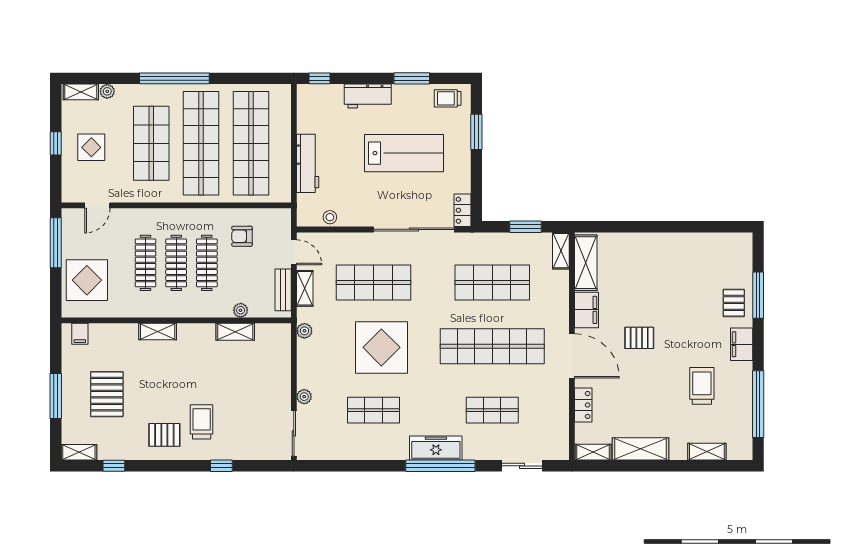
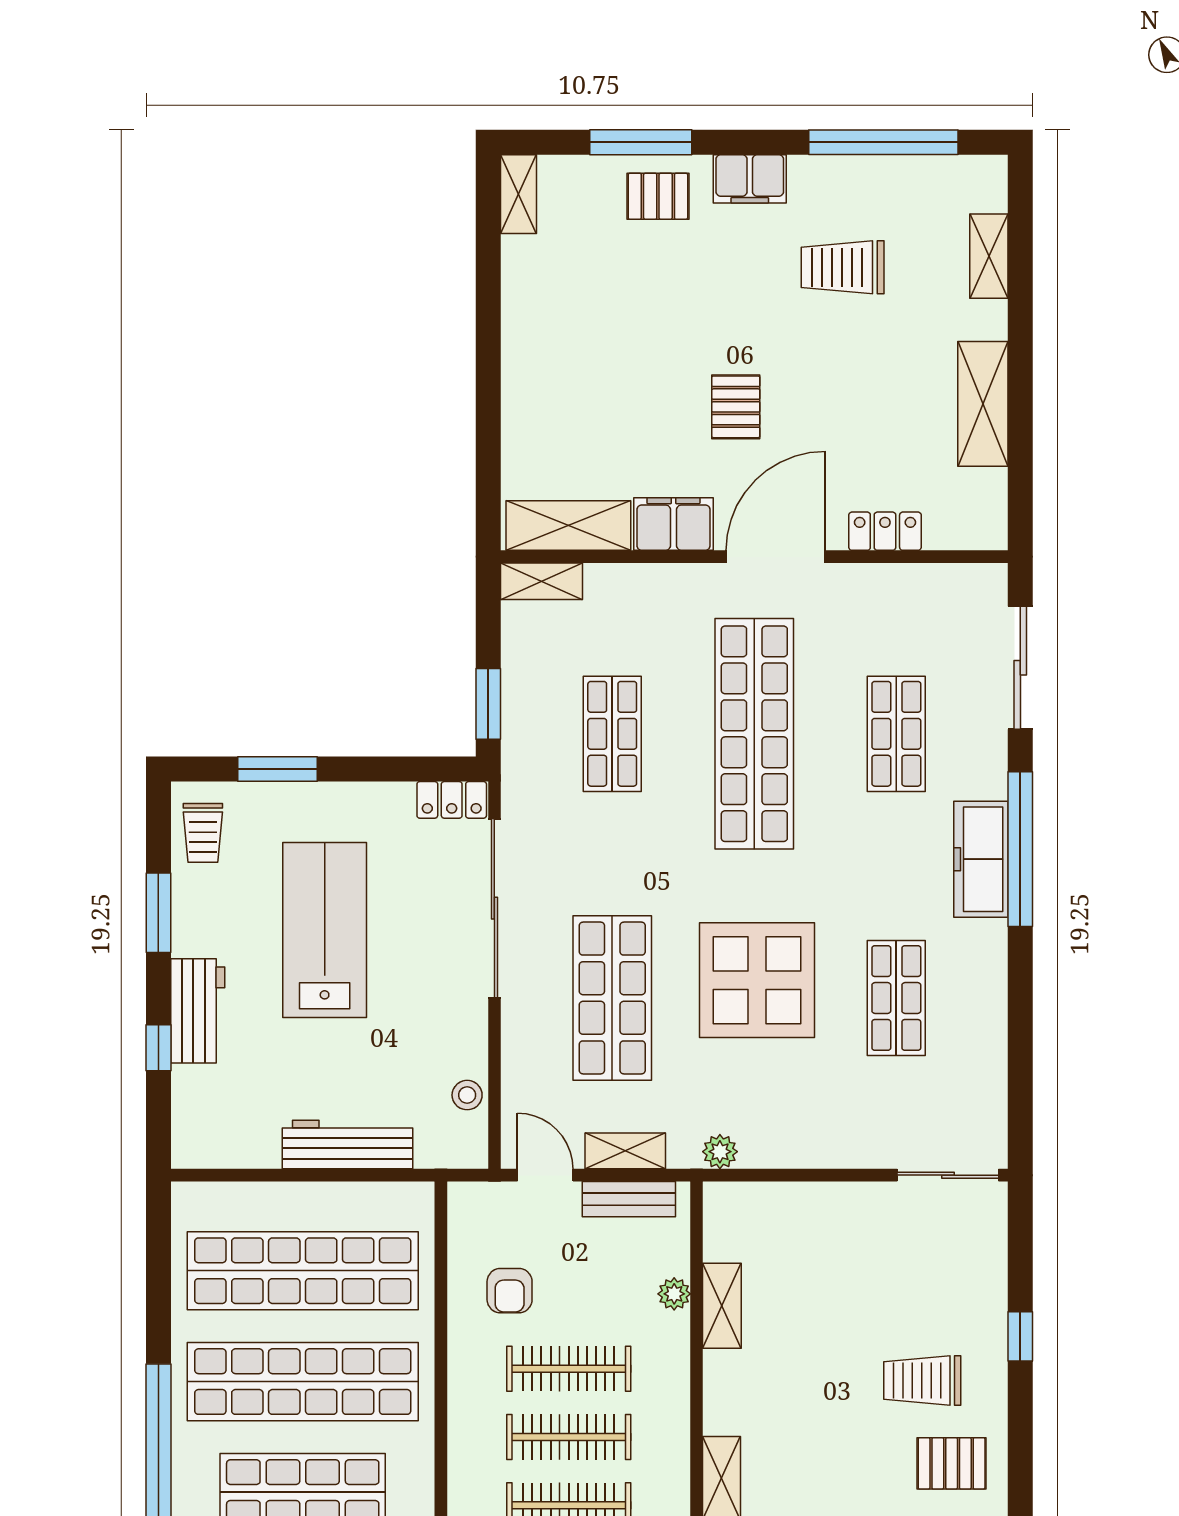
window: (319, 78) -> (158, 1048), moved
window: (525, 227) -> (488, 704), moved
door: (294, 252) -> (545, 1175), hinge flipped
shop shelf: (492, 282) -> (612, 734), width x0.70, depth x0.74
plant: (304, 397) -> (866, 1152), removed
pallet: (164, 435) -> (952, 1463), turned 90
shelving: (593, 452) -> (518, 194), moved
sliding door: (522, 466) -> (1020, 668), width x1.37

